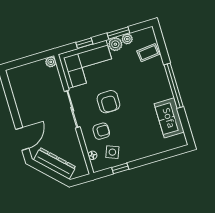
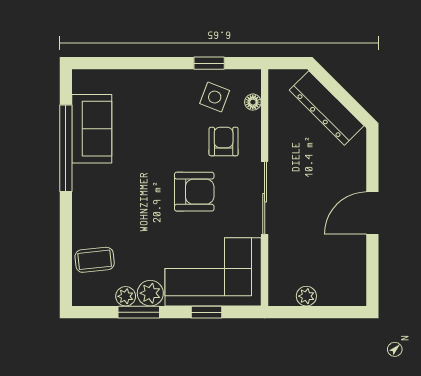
plant: (51, 62) -> (306, 296), moved
window: (174, 86) -> (66, 148), moved
armchair: (108, 102) -> (194, 192), turned 90
armchair: (101, 131) -> (224, 142), turned 90
door: (22, 139) -> (372, 213), moved

